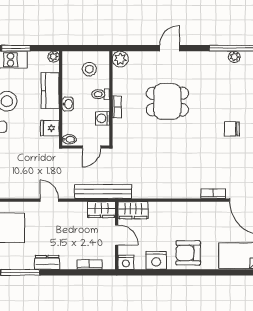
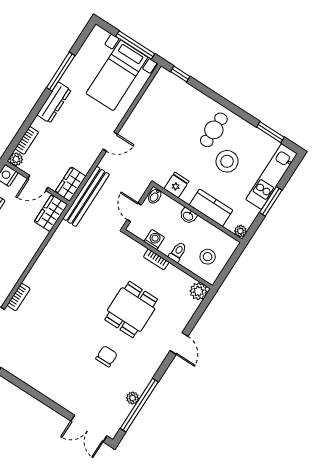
chair: (232, 129) -> (107, 356), moved
dresser: (47, 262) -> (54, 102), width x1.44
plant: (109, 263) -> (16, 159), added

